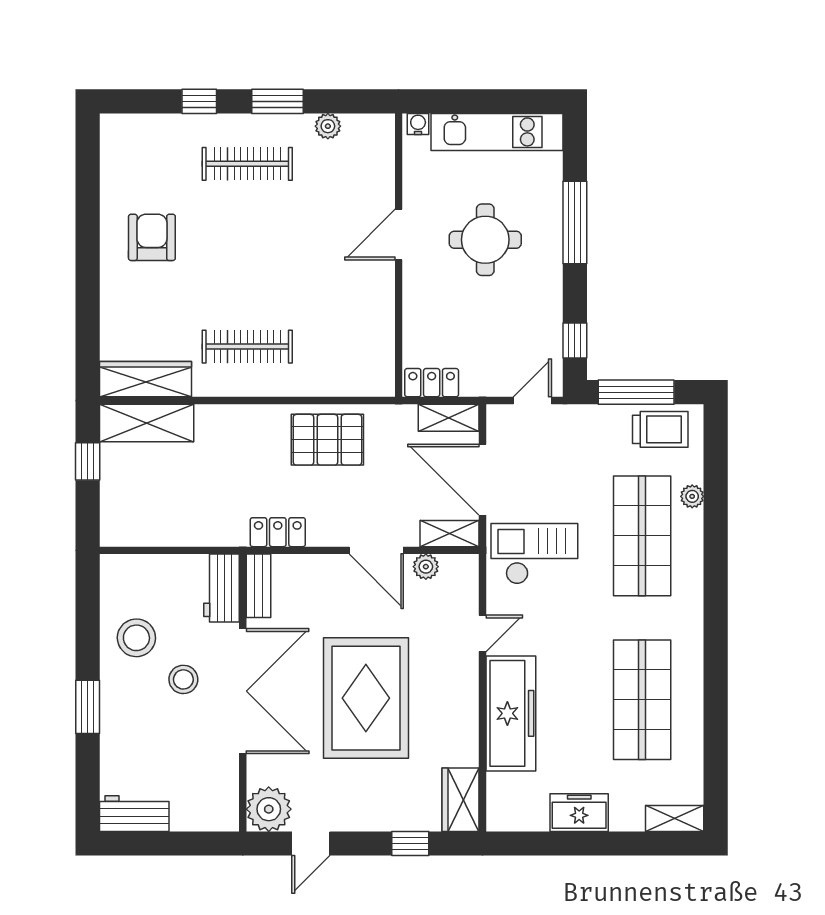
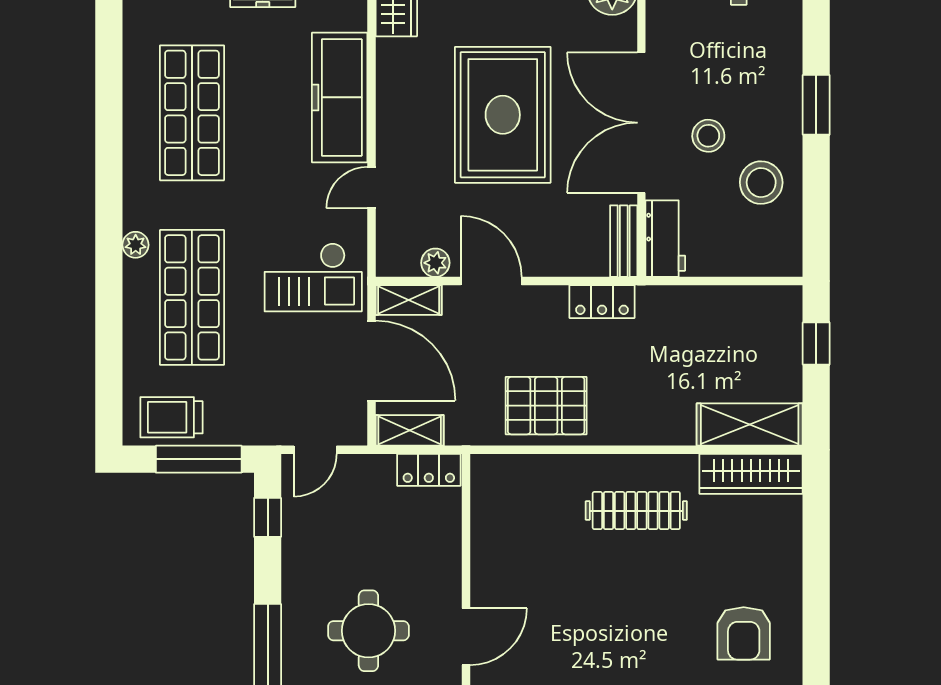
window: (88, 461) -> (816, 344), moved
plant: (692, 496) -> (136, 245), moved

